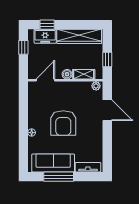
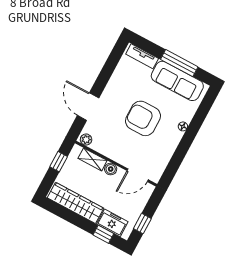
armchair: (63, 123) -> (143, 118), turned -90

